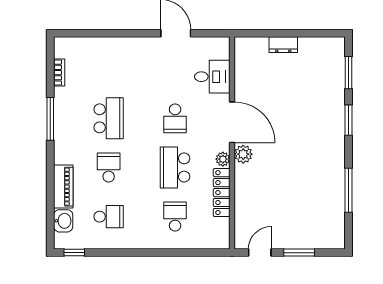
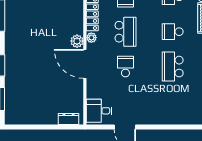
dresser: (283, 45) -> (68, 119), moved
desk: (212, 77) -> (99, 111), moved
school desk: (109, 167) -> (173, 32), turned 90

